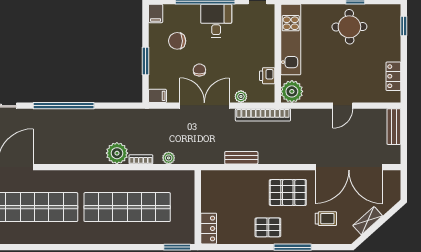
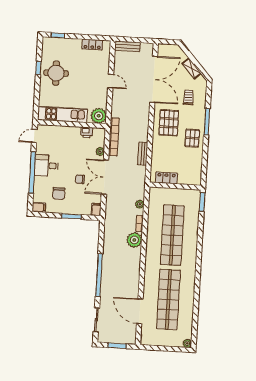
locker: (209, 229) -> (166, 178), moved

